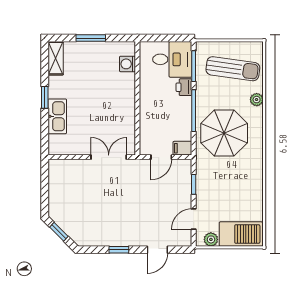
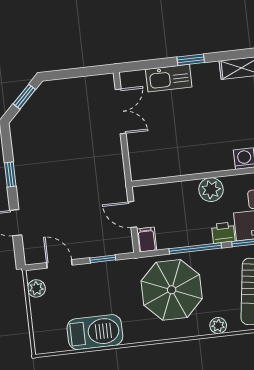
plant: (149, 93) -> (211, 190), added
double door: (109, 157) -> (121, 111), moved
barbecue: (241, 234) -> (95, 332), moved, turned -90

